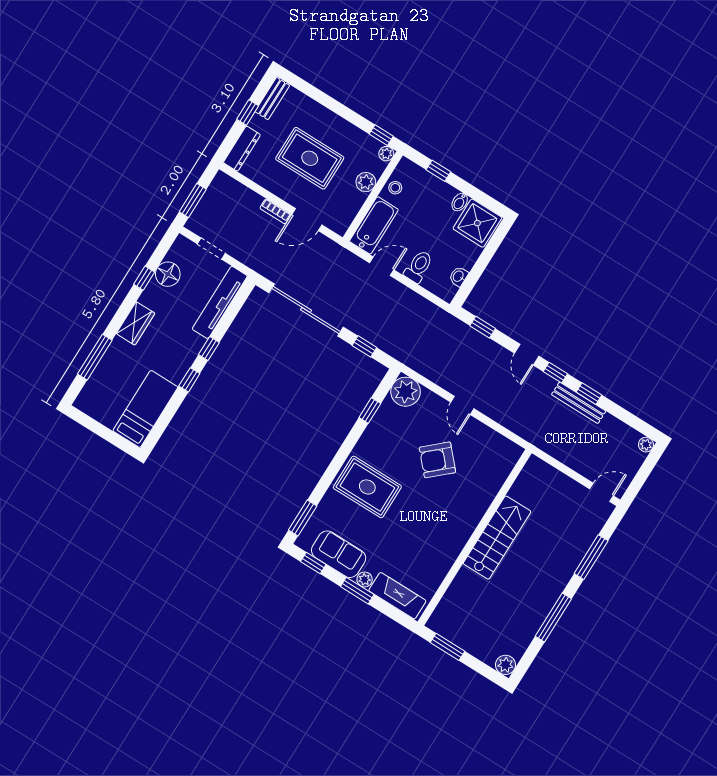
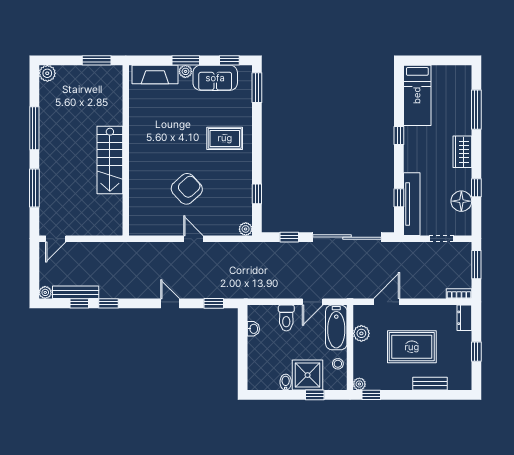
bench: (272, 99) -> (430, 384), moved, turned 90
dresser: (242, 149) -> (464, 318), width x0.70
plant: (366, 182) -> (361, 333), moved
bookcase: (275, 211) -> (459, 294), moved
shower: (477, 223) -> (308, 375), moved
window: (209, 348) -> (399, 198), moved
window: (555, 373) -> (79, 303), moved
plant: (406, 392) -> (246, 229), width x0.53, depth x0.53
bench: (579, 403) -> (76, 292), moved
rug: (367, 487) -> (225, 138), width x0.73, depth x0.70

